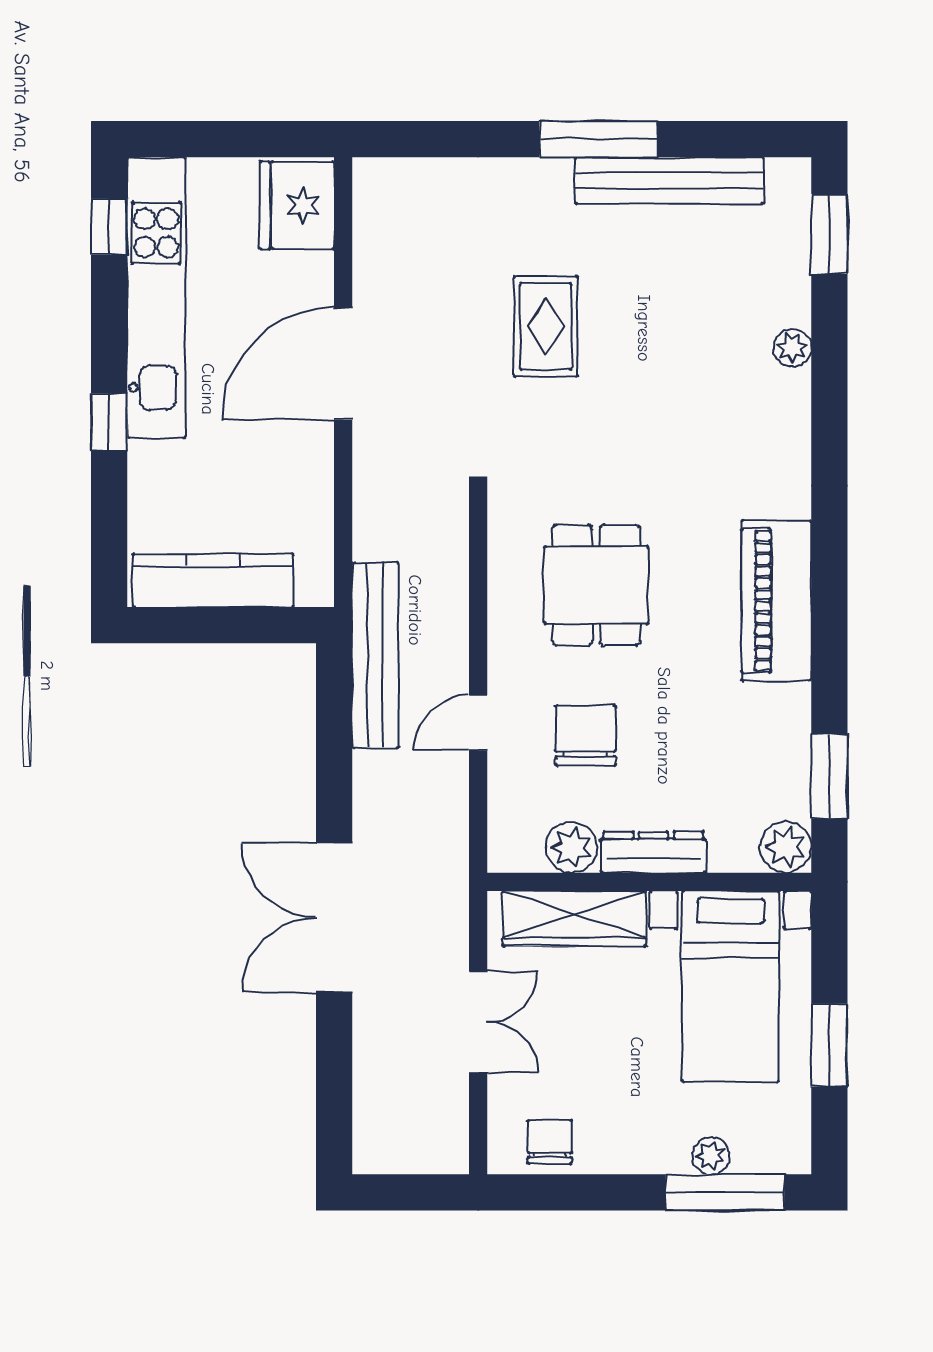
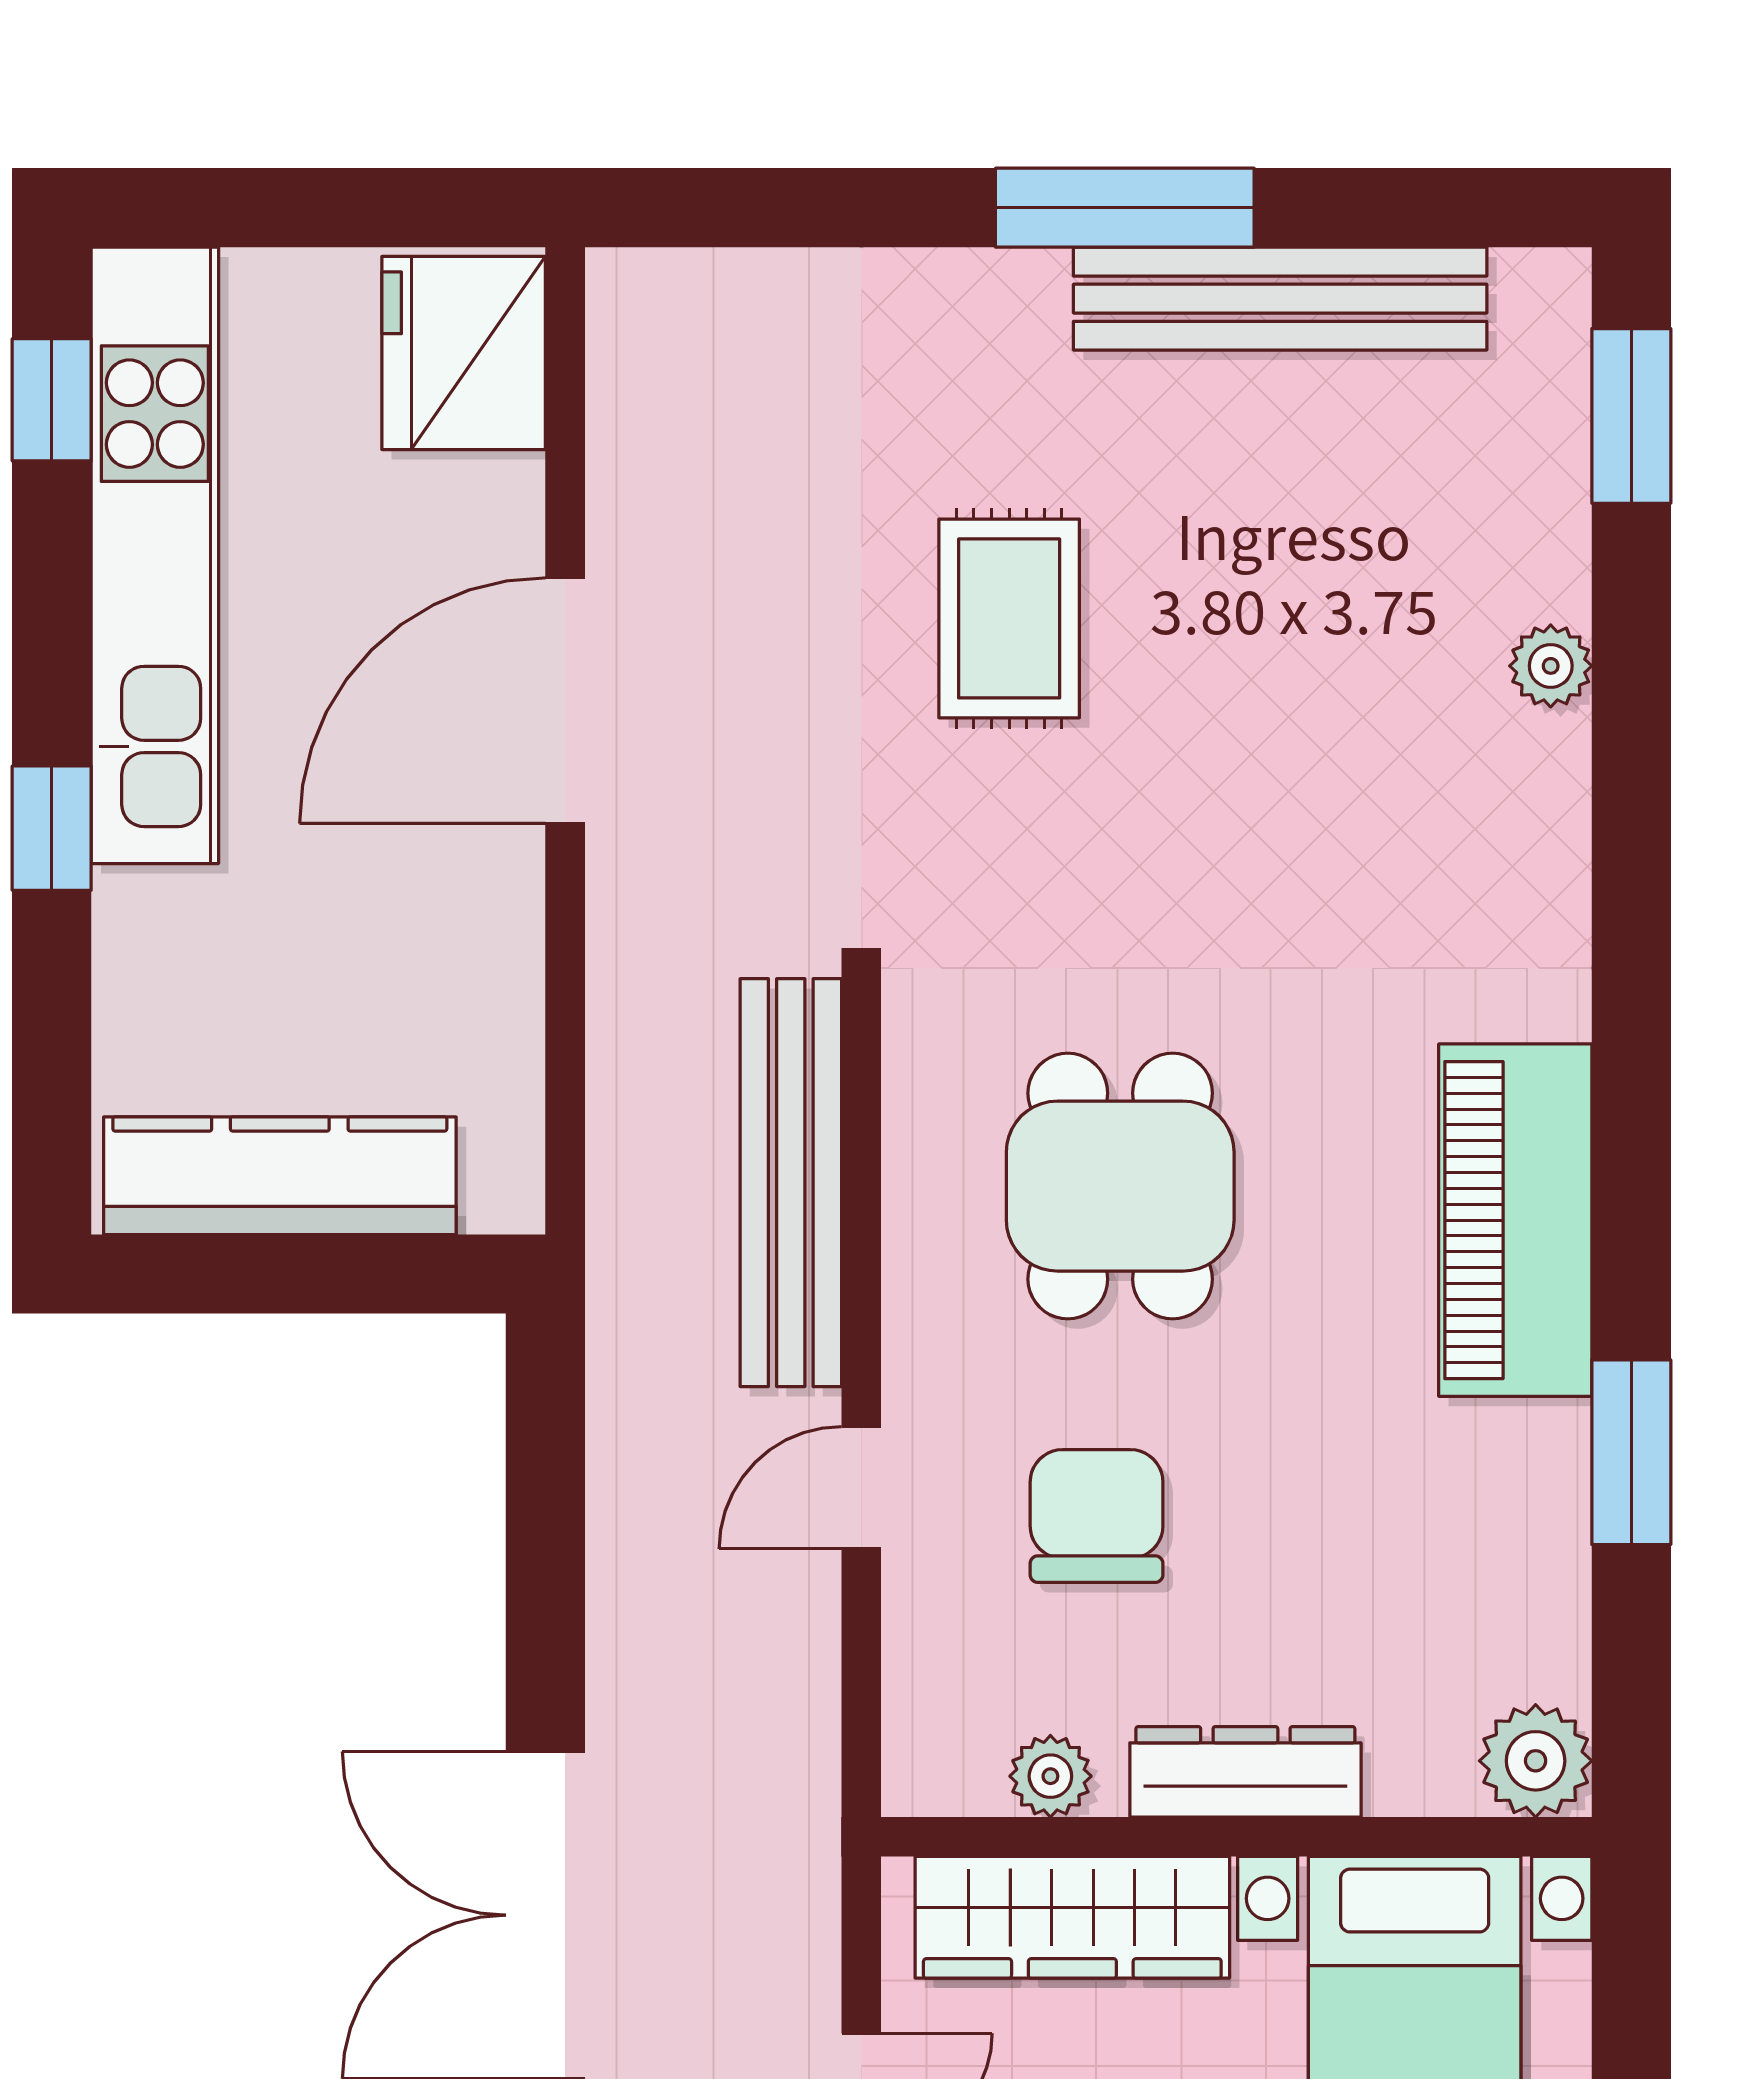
bench: (375, 655) -> (791, 1183), moved
window: (829, 776) -> (1631, 1452), moved
plant: (571, 847) -> (1050, 1776), width x0.73, depth x0.73

